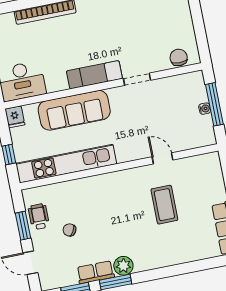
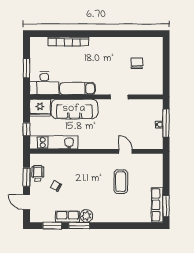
chair: (179, 57) -> (137, 63), moved
exam couch: (94, 75) -> (77, 89), moved
fridge: (15, 117) -> (40, 108), width x1.88, depth x1.34
kitchen unit: (66, 164) -> (54, 142), width x0.73

